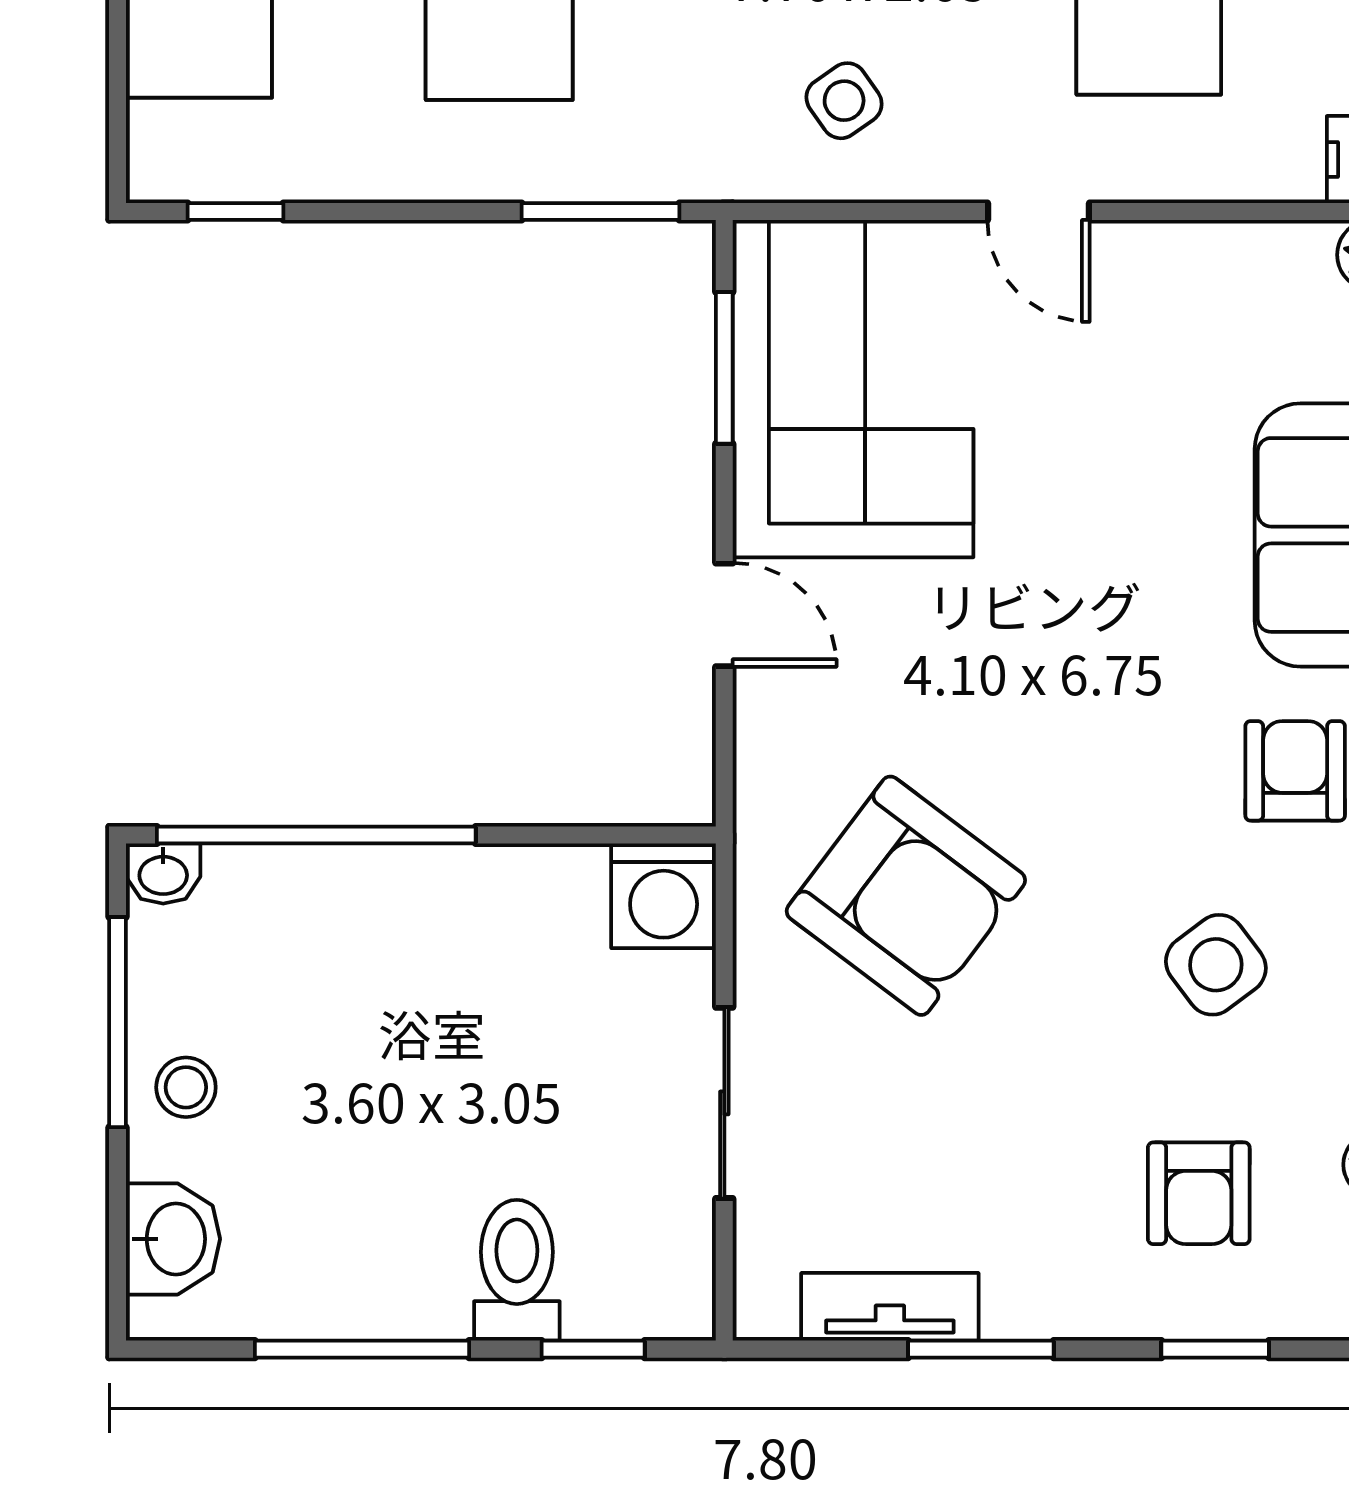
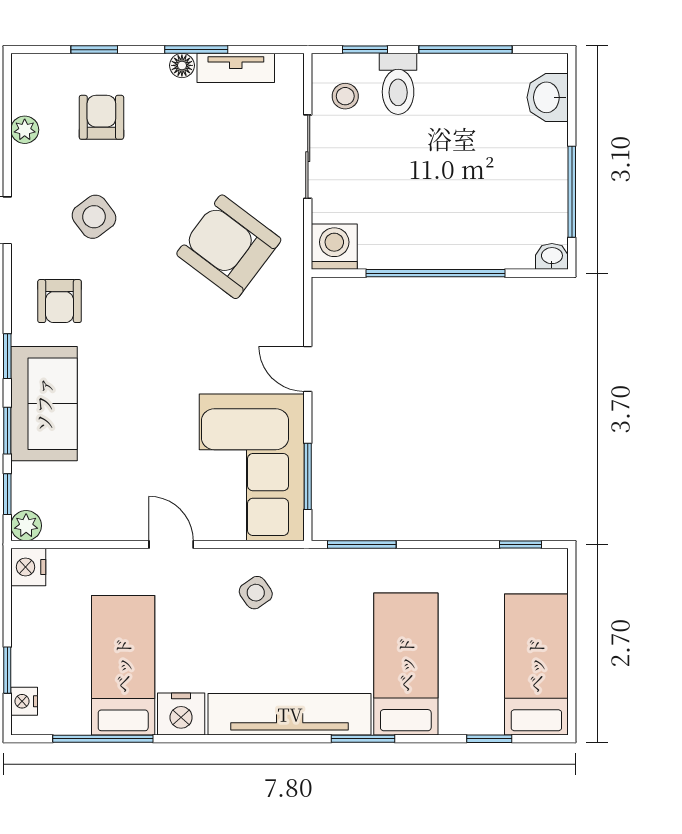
window: (316, 835) -> (435, 273), moved
stool: (186, 1087) -> (345, 96), moved
floor lamp: (1014, 1312) -> (182, 65), added

